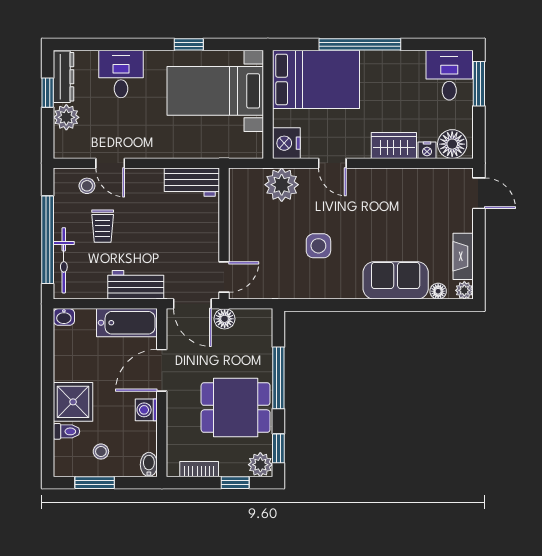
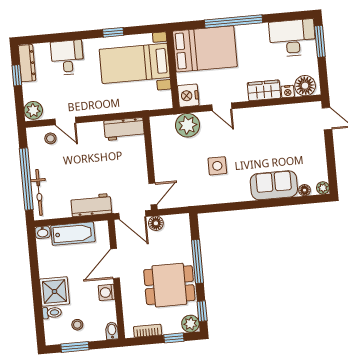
desk: (449, 75) -> (292, 38), width x1.37
plant: (66, 117) -> (33, 110), moved
trolley: (103, 226) -> (64, 166), removed
fireplace: (463, 256) -> (320, 164), removed
bathtub: (127, 323) -> (73, 234), moved

